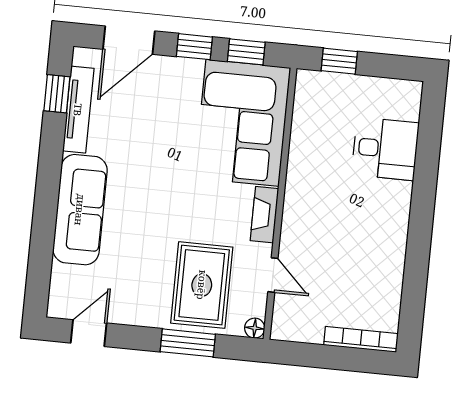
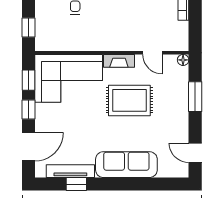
door: (129, 40) -> (29, 147), hinge flipped
window: (57, 94) -> (76, 184), moved
door: (273, 275) -> (152, 53), swing flipped
rug: (202, 285) -> (129, 100), moved

